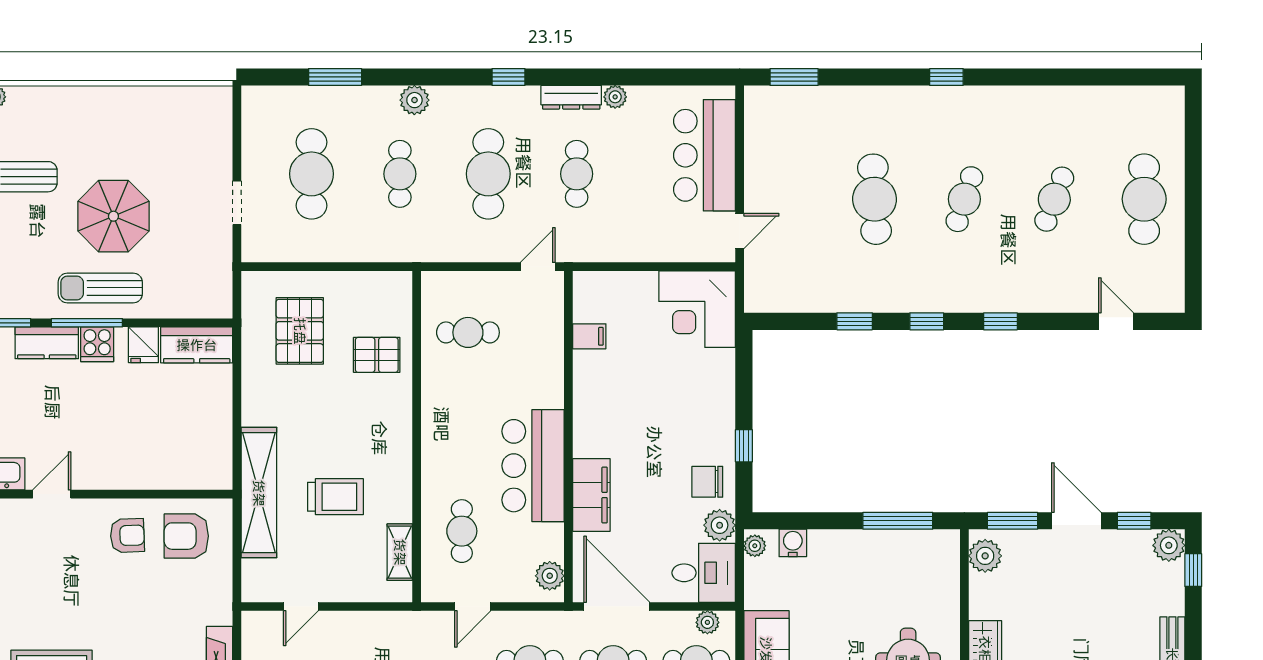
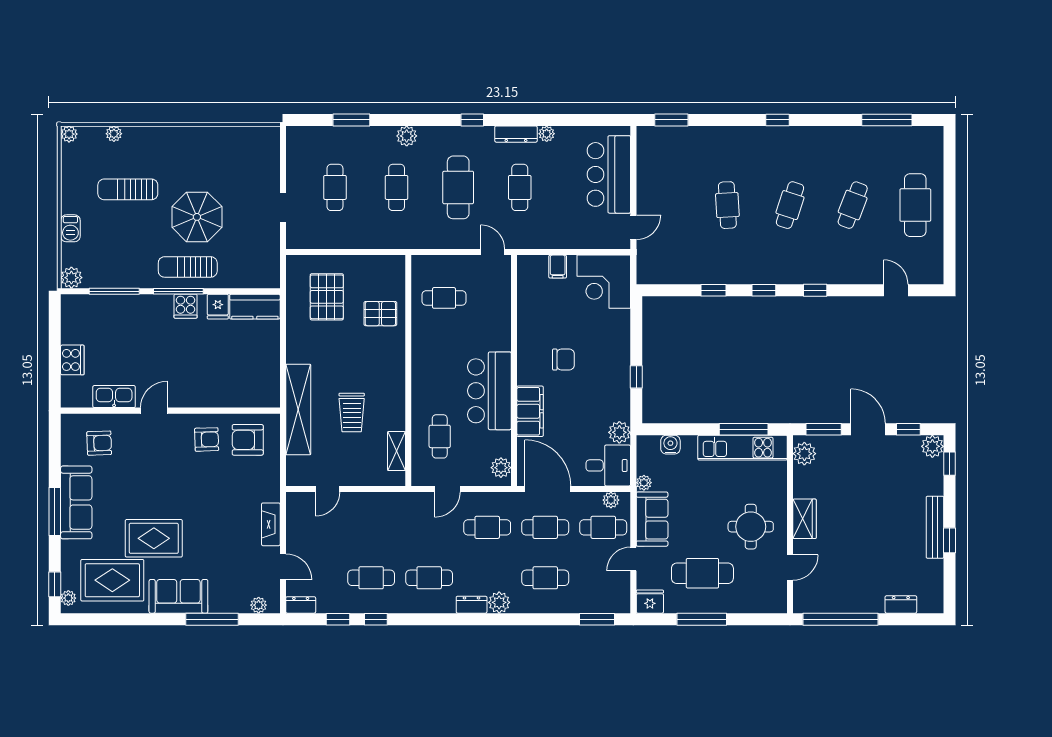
window: (1103, 77) -> (887, 120), added
cafe table: (312, 174) -> (335, 187), width x0.73, depth x0.74
cafe table: (874, 199) -> (727, 205), width x0.73, depth x0.74
door: (538, 267) -> (493, 252), hinge flipped
filing cabinet: (589, 336) -> (558, 267), moved, turned 90
kitchen counter: (47, 343) -> (150, 305), removed
chair: (707, 482) -> (563, 360), moved, turned 180
trolley: (335, 497) -> (352, 412), turned 90
plant: (755, 546) -> (644, 483), moved
kitchen unit: (896, 547) -> (743, 448), added

